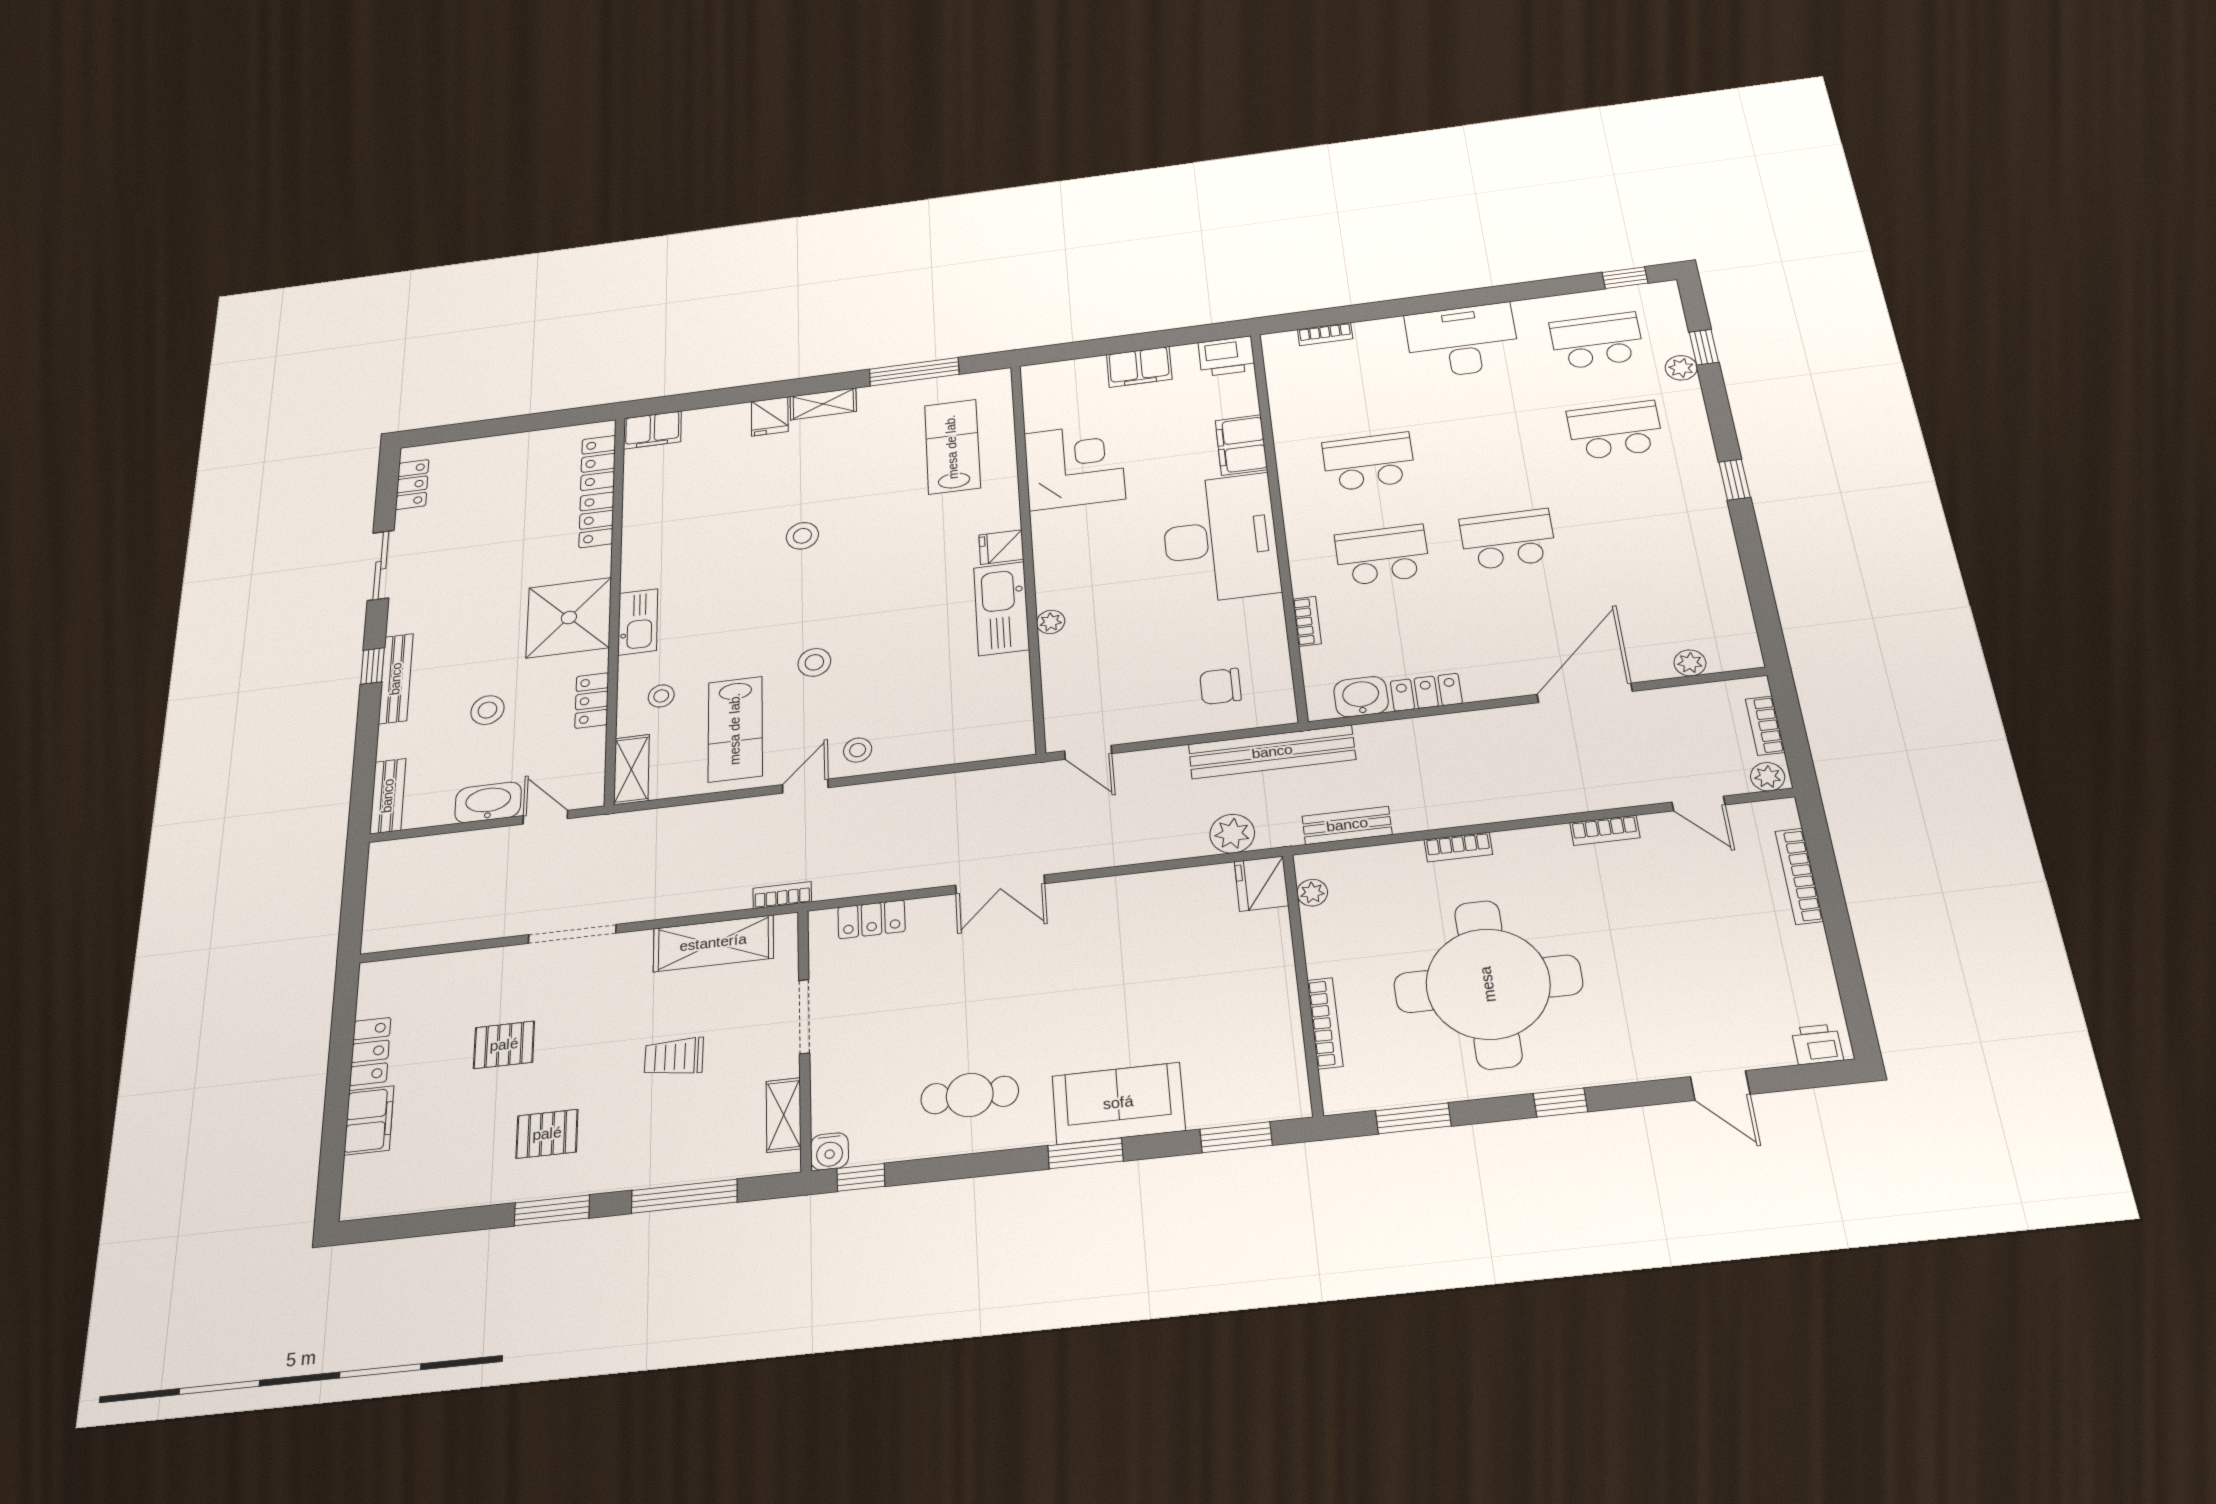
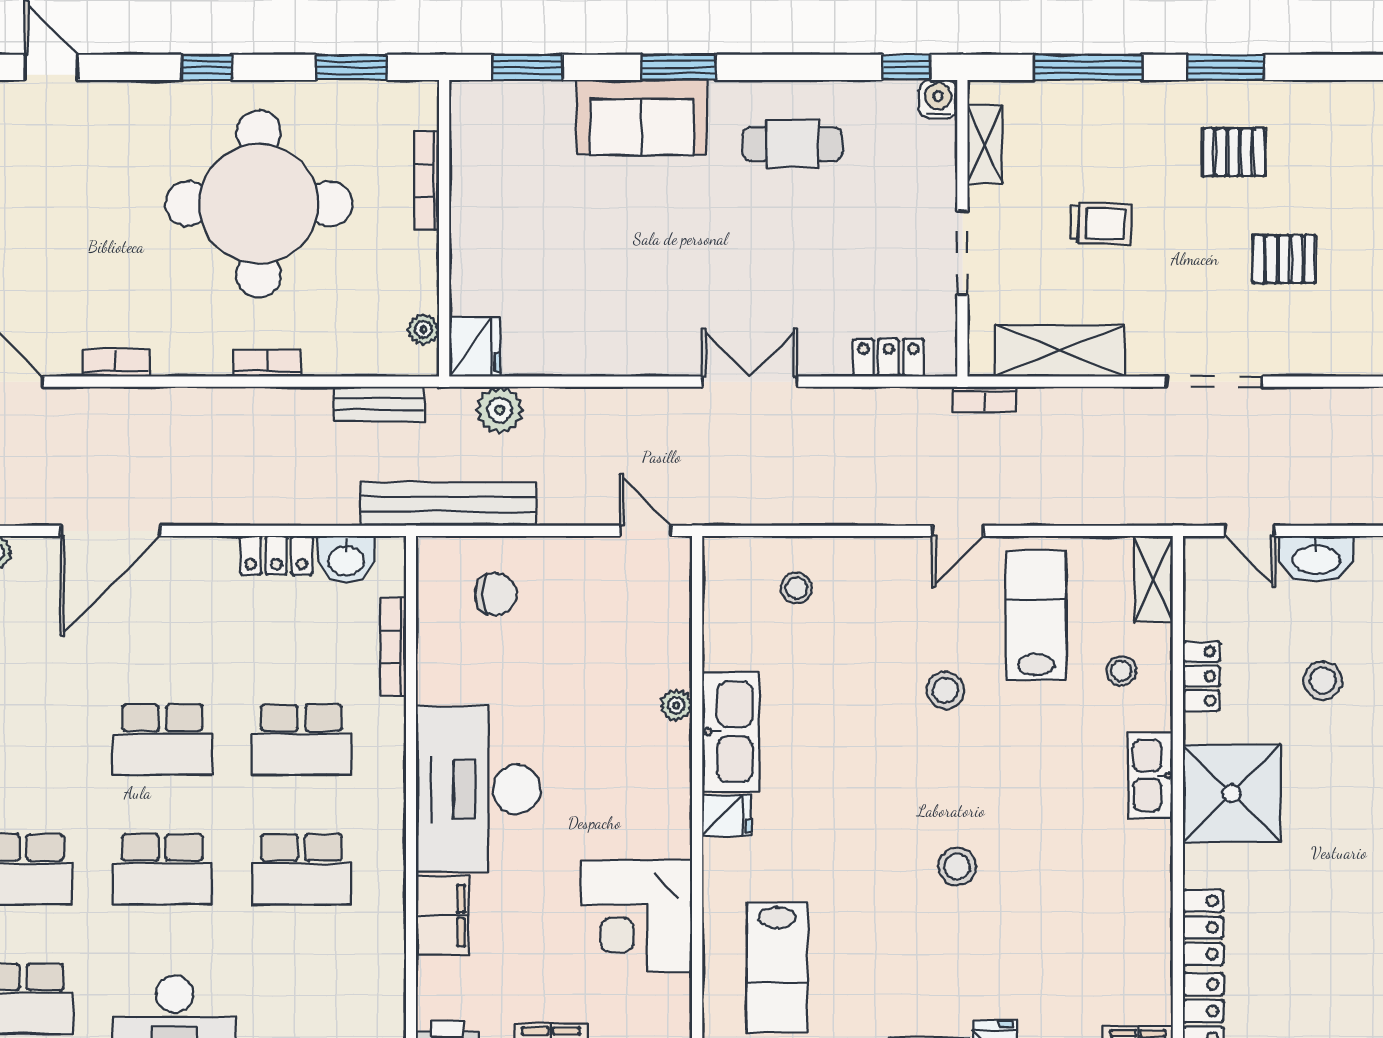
school desk: (1491, 446) -> (162, 869), added
bookcase: (1307, 621) -> (393, 647), width x1.56
stool: (858, 750) -> (796, 588), moved

